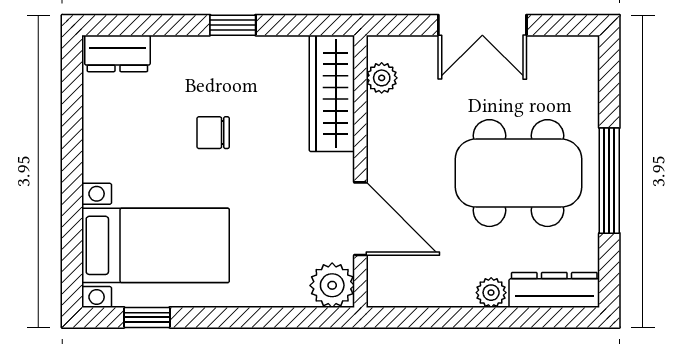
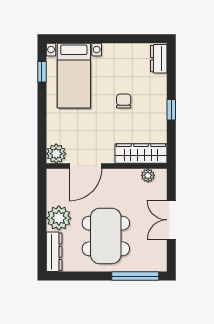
window: (609, 181) -> (135, 276), moved
plant: (491, 293) -> (59, 218), width x1.88, depth x1.88

